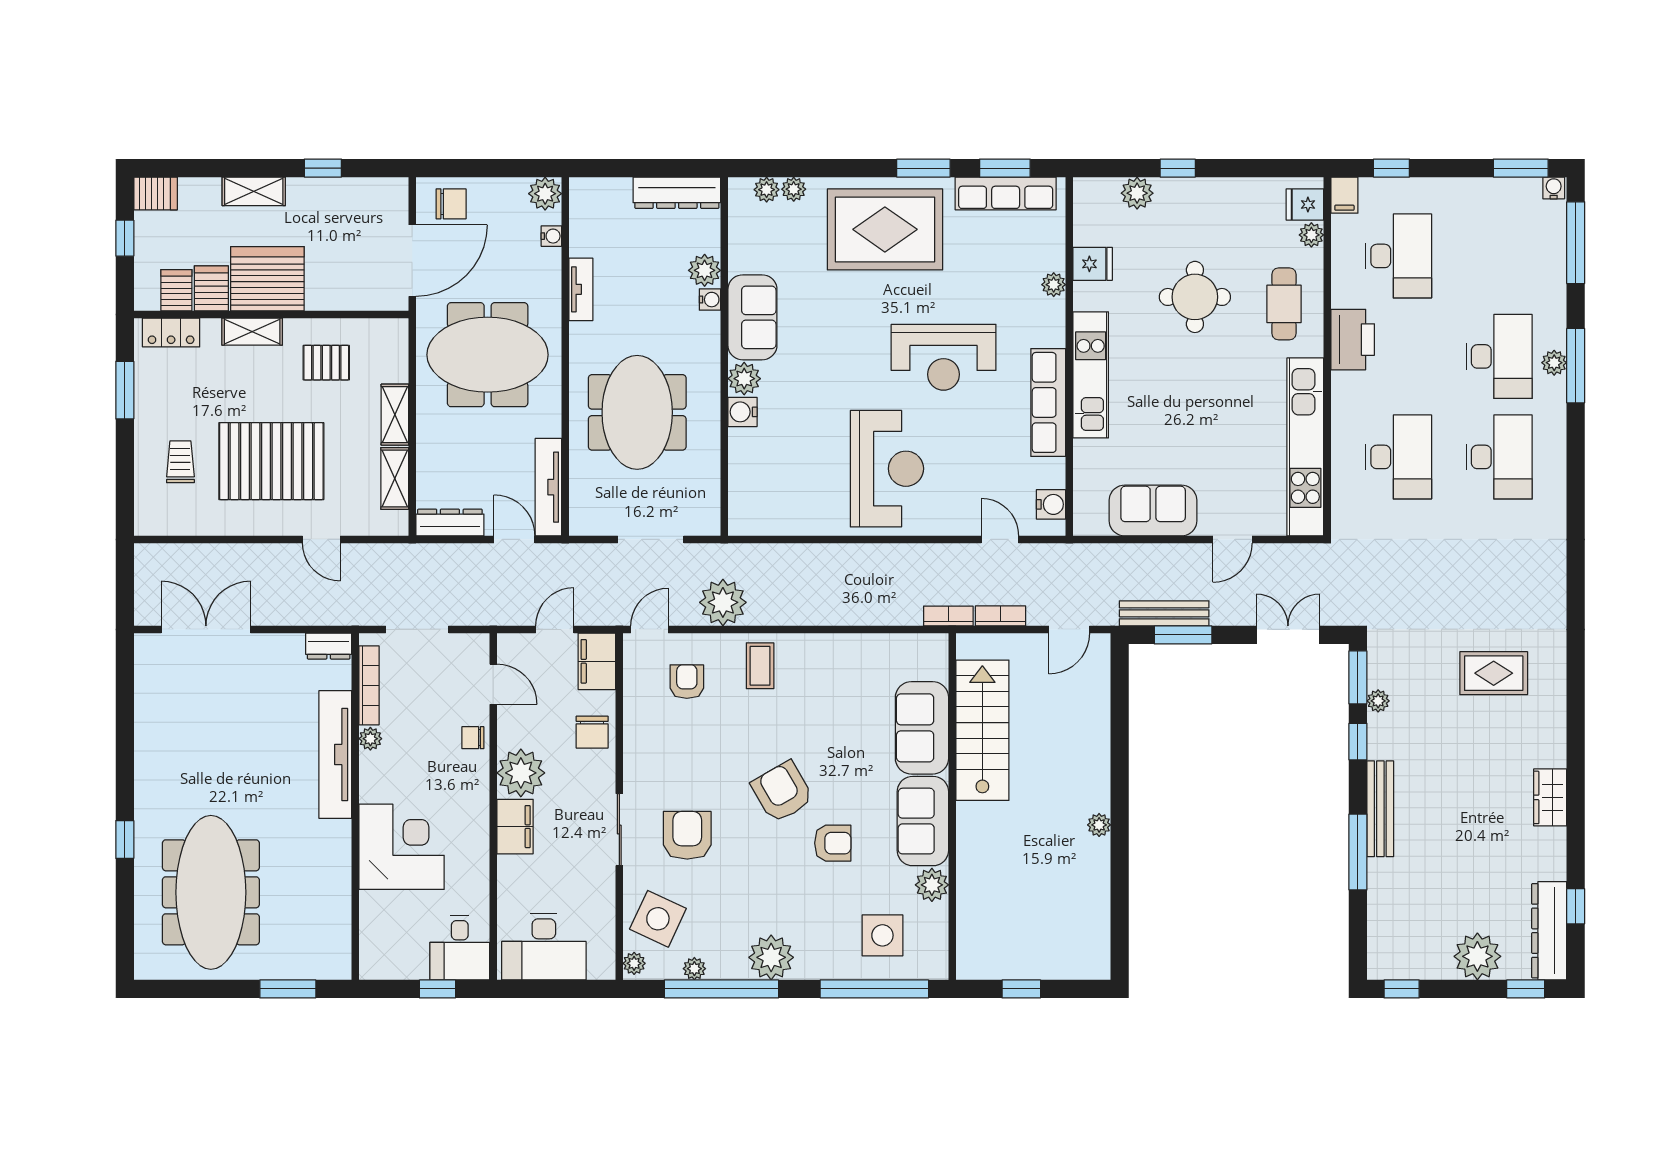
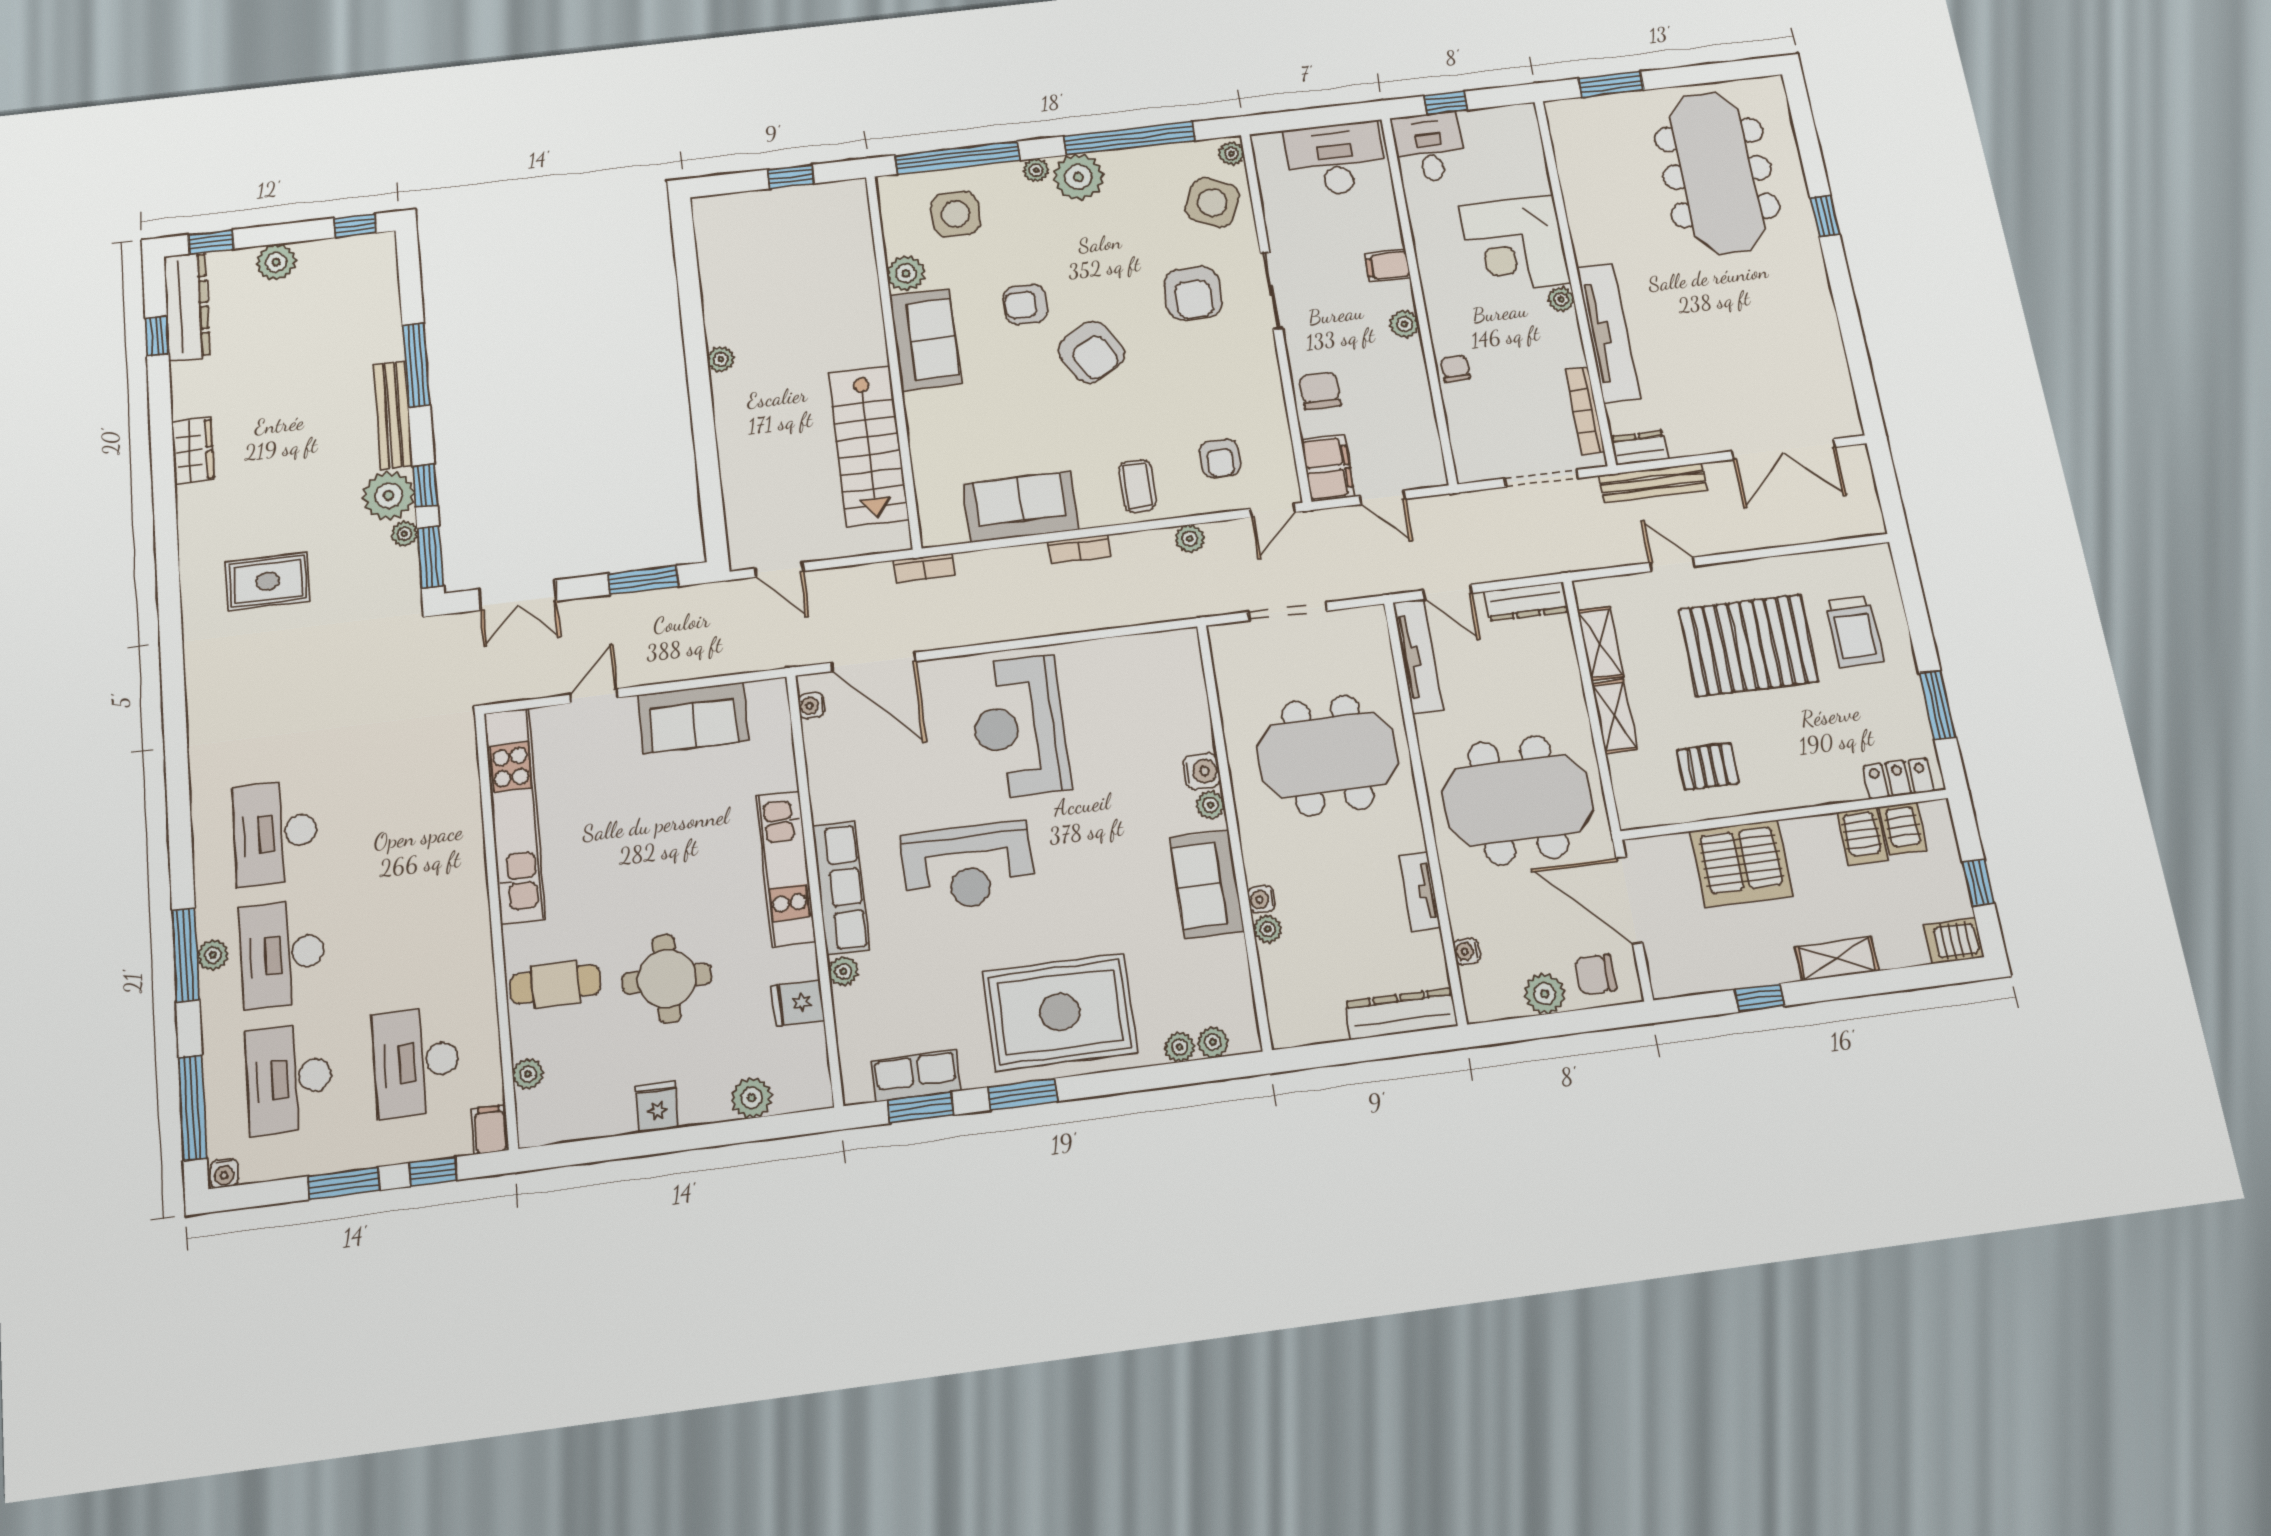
window: (1178, 168) -> (704, 1136), removed
window: (1521, 168) -> (344, 1183), moved
dresser: (677, 193) -> (1401, 1014), moved
row of seats: (1006, 193) -> (916, 1076), width x0.68
plant: (545, 194) -> (1545, 994), moved
fridge: (1305, 204) -> (657, 1107), moved, turned -90
door: (412, 261) -> (1629, 900), hinge flipped
plant: (705, 270) -> (1268, 929), width x0.73, depth x0.73
server rack: (267, 279) -> (1742, 863), moved
cafe table: (1284, 304) -> (555, 984), turned 90
shelving: (252, 332) -> (1803, 792), removed
printer: (1353, 340) -> (466, 952), removed
reception desk: (944, 357) -> (968, 866), turned 180
plant: (744, 379) -> (1210, 805), width x0.73, depth x0.73
row of seats: (1048, 402) -> (841, 888), moved
meeting table: (637, 412) -> (1328, 755), turned 90
desk: (1399, 457) -> (289, 1078), moved
trolley: (180, 462) -> (1854, 631), width x1.36, depth x1.39
water cooler: (1051, 504) -> (812, 706), width x0.72, depth x0.72
door: (1000, 539) -> (874, 662), width x1.87
plant: (723, 602) -> (1190, 539), width x0.53, depth x0.53
bench: (1164, 613) -> (1653, 483), moved
bookcase: (1001, 616) -> (1079, 549), moved
door: (555, 629) -> (1382, 497), hinge flipped
door: (1069, 629) -> (779, 570), swing flipped
door: (493, 684) -> (1443, 429), removed
sofa: (922, 728) -> (1021, 507), moved, turned -90
plant: (1389, 736) -> (389, 496), added
chair: (473, 738) -> (1455, 369), turned -90
plant: (370, 739) -> (1561, 299), moved
plant: (521, 773) -> (1404, 324), width x0.53, depth x0.53
filing cabinet: (515, 827) -> (1388, 266), width x0.50
plant: (1477, 956) -> (276, 262), width x0.73, depth x0.73
plant: (694, 969) -> (1036, 170), moved

